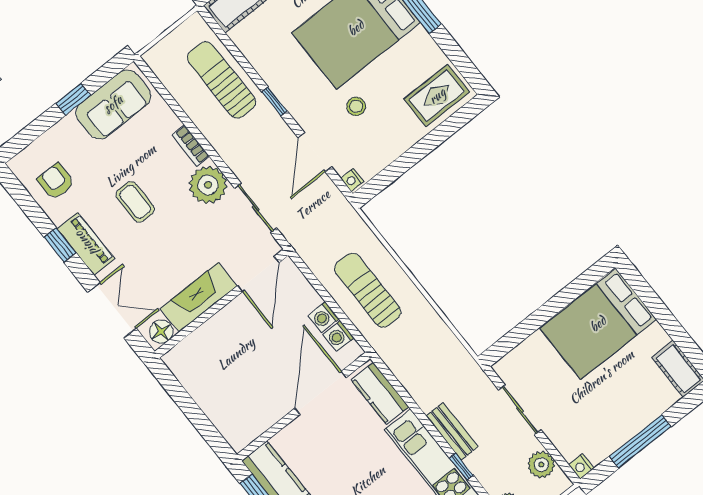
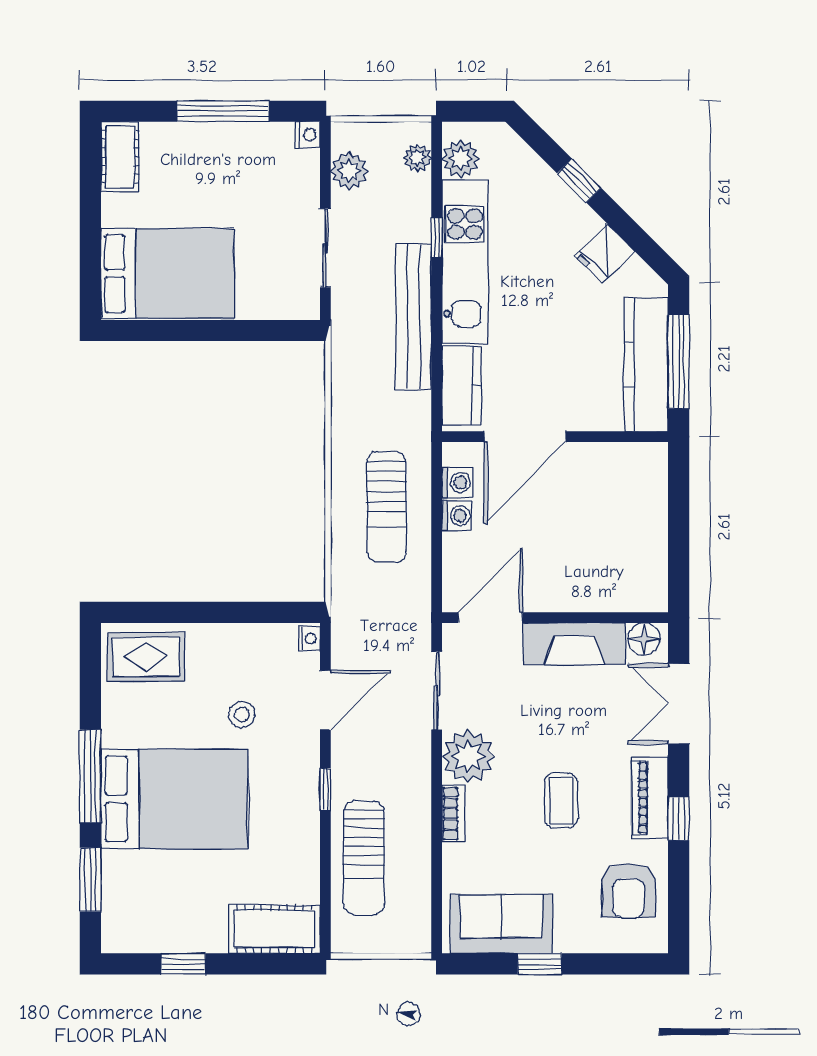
armchair: (56, 181) -> (629, 891), width x1.38, depth x1.38
bench: (452, 431) -> (413, 317), width x1.86, depth x1.21

